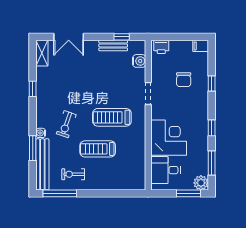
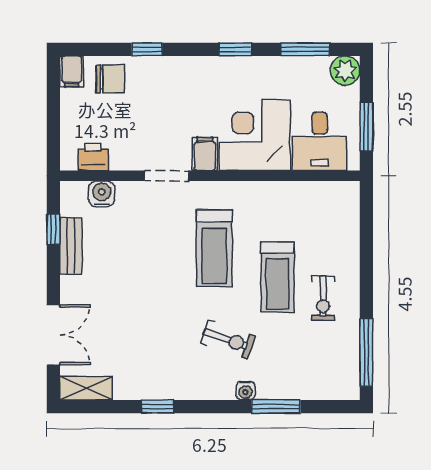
printer: (161, 47) -> (93, 157), moved, turned -90
chair: (184, 80) -> (110, 79), moved
filing cabinet: (159, 113) -> (205, 154), added
bench: (42, 164) -> (308, 387), removed
exercise bike: (73, 174) -> (323, 298), moved
window: (188, 193) -> (366, 126), moved

